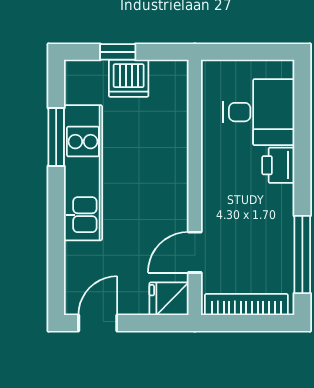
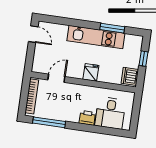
dishwasher: (129, 78) -> (130, 76), moved
door: (195, 252) -> (56, 78), hinge flipped
fridge: (169, 299) -> (91, 72), moved

